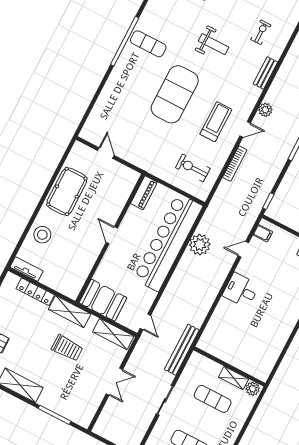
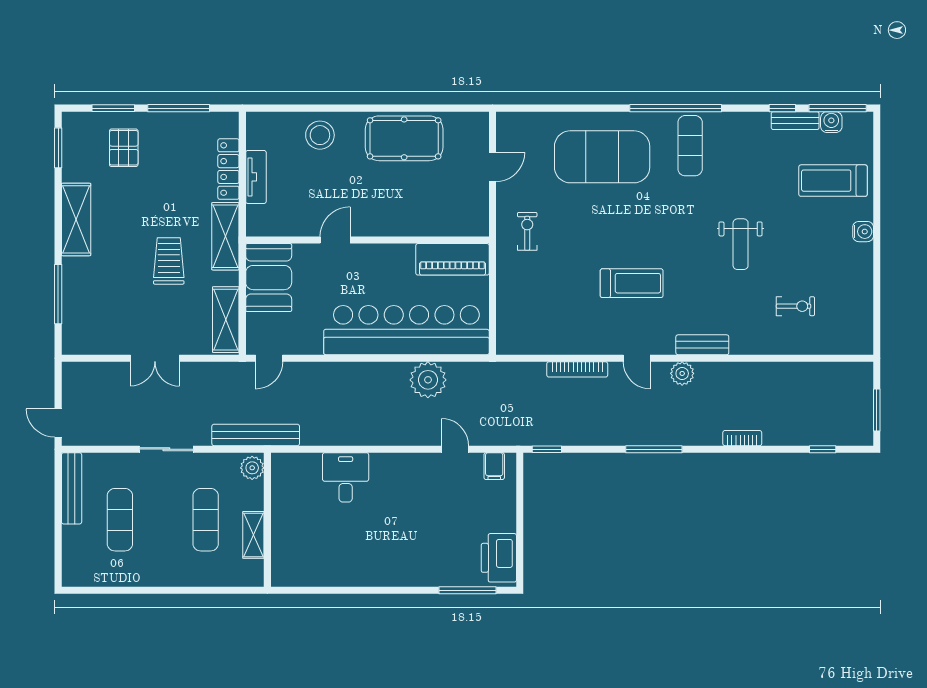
bench: (265, 73) -> (702, 345), moved
exercise mat: (175, 94) -> (602, 157), moved
treadmill: (216, 122) -> (632, 283), moved
exercise bike: (193, 168) -> (527, 231), moved, width x0.73, depth x0.72
piano: (144, 193) -> (453, 259), width x1.37, depth x1.33
door: (112, 235) -> (335, 240), moved
tv unit: (27, 269) -> (256, 177), moved
desk: (241, 290) -> (346, 477), moved
trolley: (67, 348) -> (169, 261), turned 180
plant: (253, 389) -> (252, 468), moved

